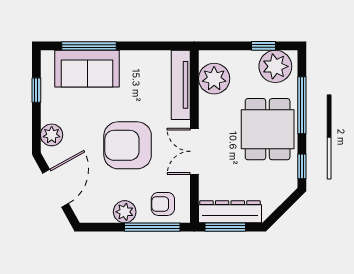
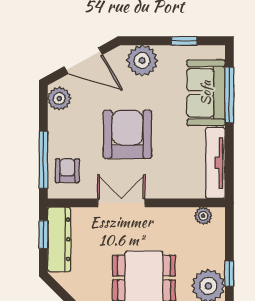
plant: (214, 79) -> (203, 216), width x0.53, depth x0.53
tv unit: (181, 85) -> (215, 163), moved, turned -90
plant: (52, 135) -> (142, 61), width x1.36, depth x1.36
plant: (125, 212) -> (59, 99), moved
window: (225, 227) -> (43, 235), width x0.67

